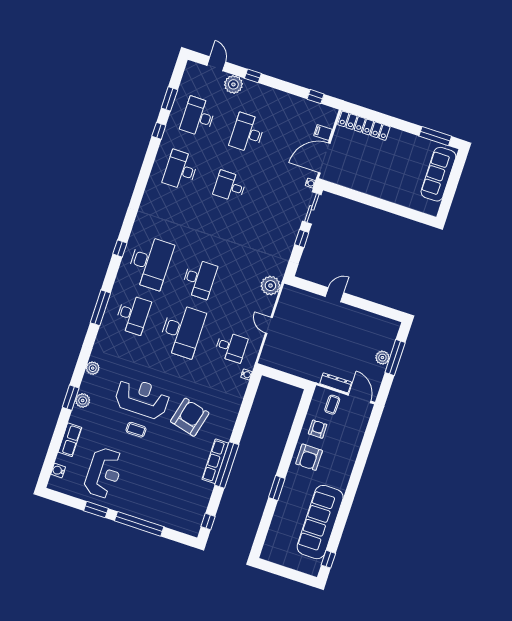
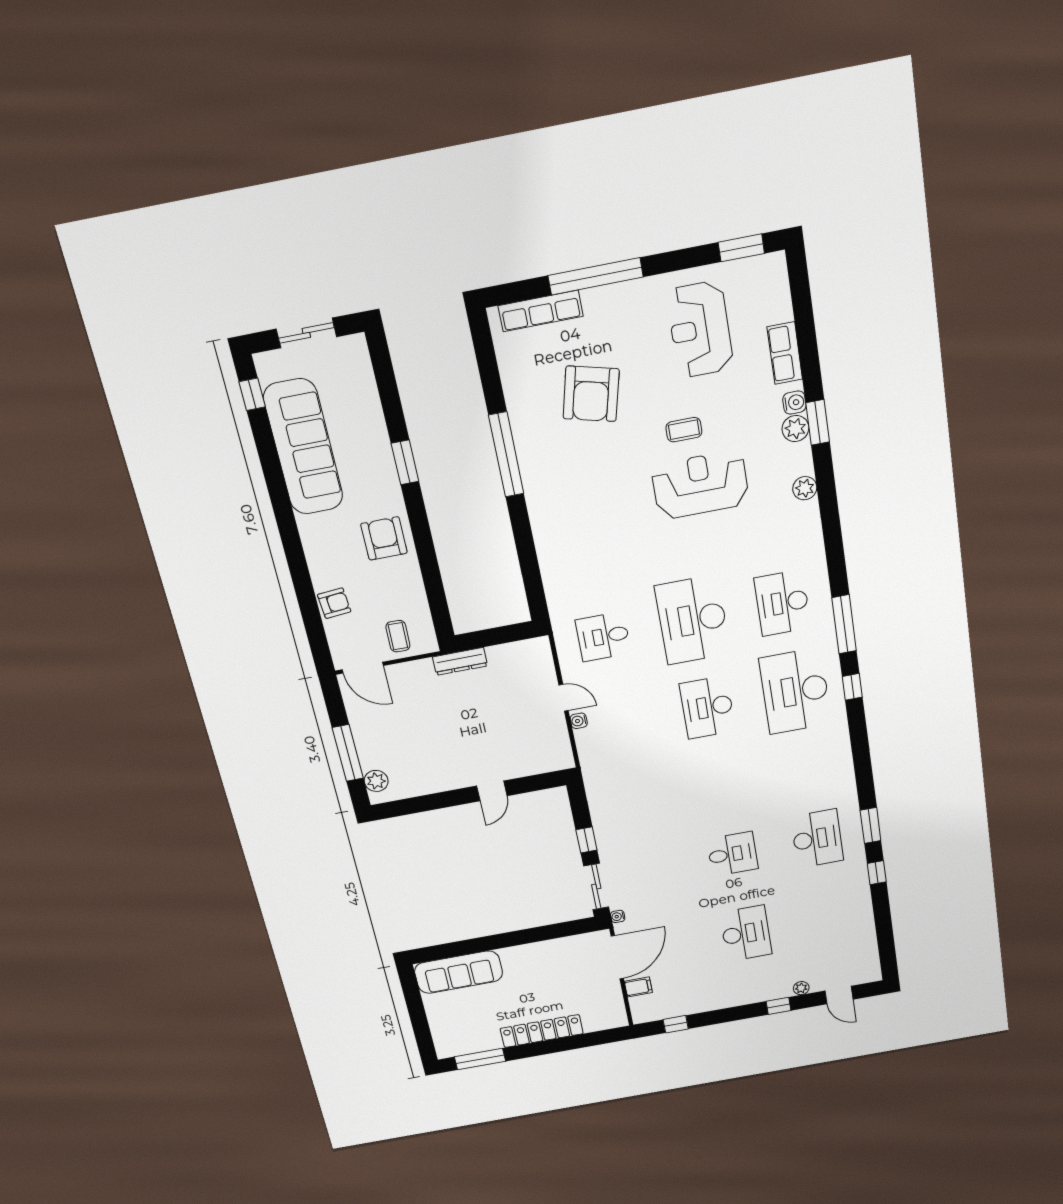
plant: (233, 84) -> (801, 988), width x0.53, depth x0.53
window: (169, 99) -> (871, 825), moved
desk: (198, 117) -> (829, 918), removed
locker: (364, 126) -> (542, 1031), moved
sofa: (438, 174) -> (459, 972), moved, turned 90
plant: (270, 286) -> (594, 754), removed
window: (100, 308) -> (844, 624), moved
plant: (382, 358) -> (376, 781), moved
water cooler: (246, 374) -> (579, 721), moved
dresser: (336, 383) -> (460, 661), moved
reception desk: (142, 398) -> (700, 485), turned 180
armchair: (190, 417) -> (591, 394), moved
armchair: (318, 429) -> (334, 603), moved, turned -95
row of seats: (215, 461) -> (541, 311), moved, turned 90
water cooler: (58, 471) -> (794, 402), moved
window: (96, 510) -> (741, 248), moved
window: (208, 521) -> (483, 346), removed
sliding door: (286, 572) -> (306, 333), added

